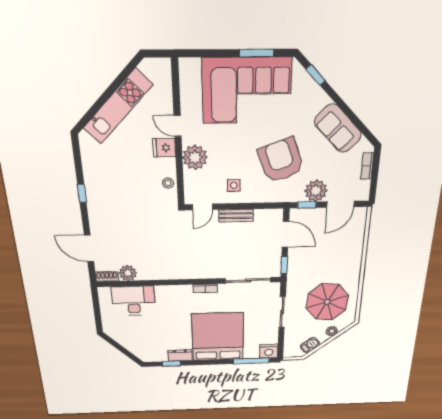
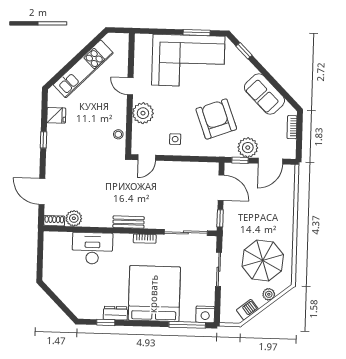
fridge: (164, 148) -> (56, 115), moved, turned 180
bench: (236, 216) -> (129, 222), moved
desk: (134, 301) -> (92, 248), moved

